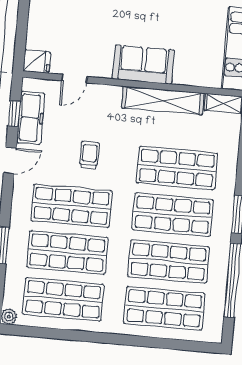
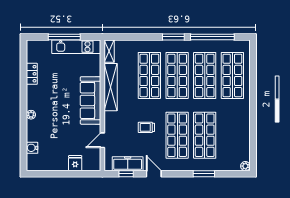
fridge: (37, 61) -> (75, 163), moved
sofa: (143, 64) -> (90, 100), width x1.36
door: (74, 79) -> (102, 140), swing flipped
shop shelf: (63, 299) -> (232, 135), removed

